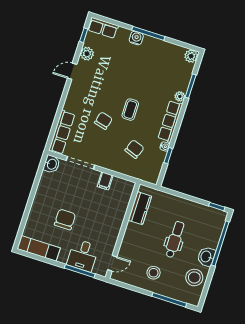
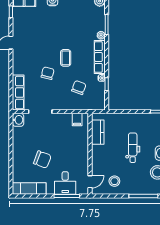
plant: (87, 54) -> (18, 25), removed
filing cabinet: (105, 181) -> (77, 120), moved
chair: (65, 219) -> (42, 160), turned 111
stool: (154, 273) -> (114, 181), moved

